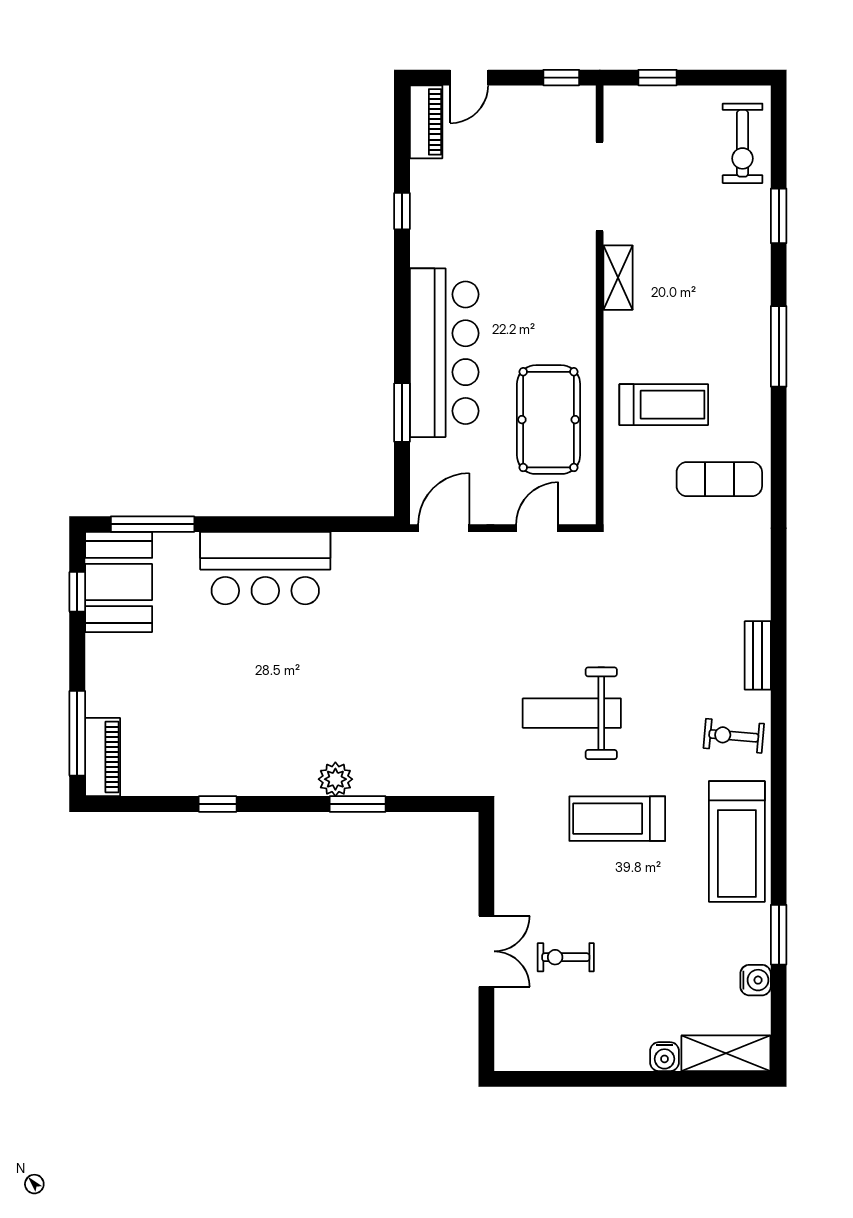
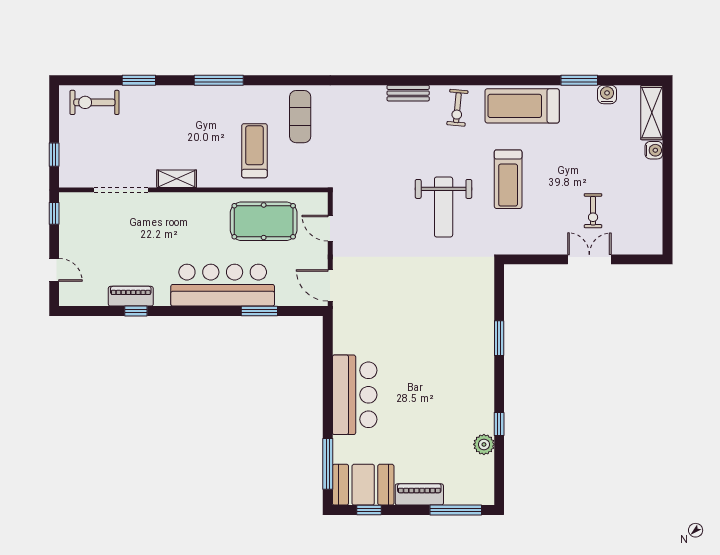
piano: (426, 122) -> (131, 296), moved
exercise bike: (743, 143) -> (94, 102), turned 180
piano: (103, 757) -> (419, 494), moved
plant: (335, 779) -> (484, 444), moved
treadmill: (737, 841) -> (522, 106), turned 180

